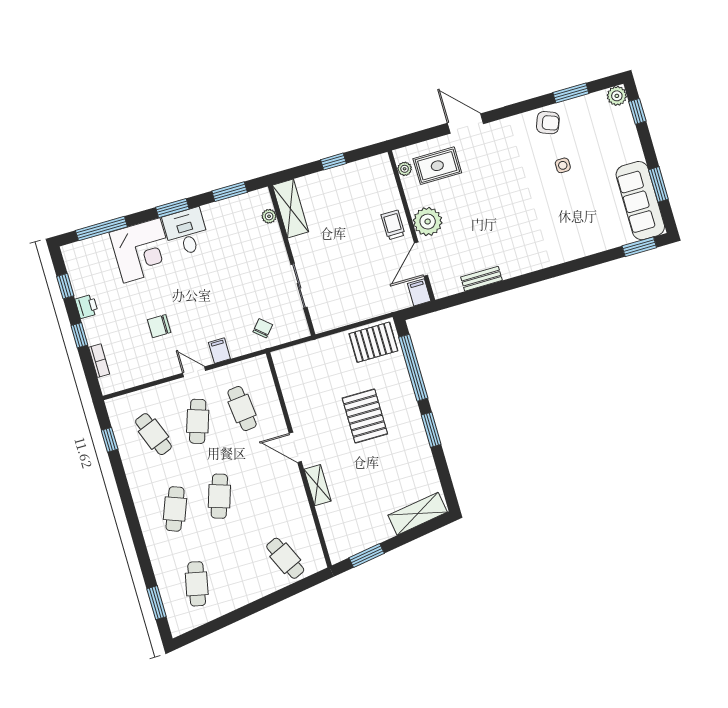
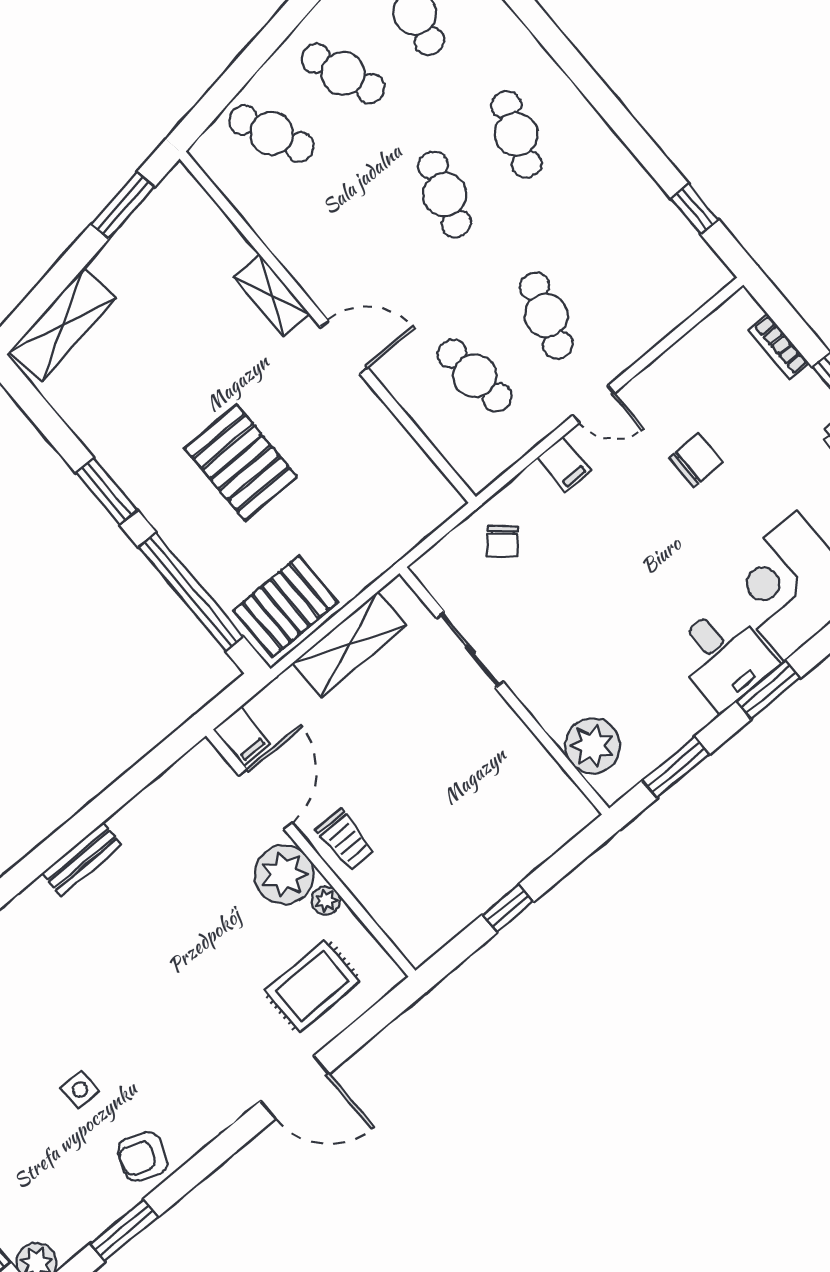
plant: (405, 169) -> (326, 901), moved
shelving: (290, 209) -> (349, 644), moved, turned 90
plant: (269, 216) -> (592, 746), width x1.88, depth x1.88
bench: (482, 279) -> (82, 859), moved
cafe table: (153, 434) -> (343, 73), moved

